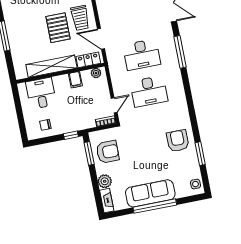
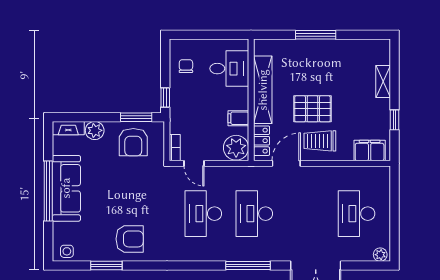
plant: (96, 73) -> (236, 148), width x1.88, depth x1.88

